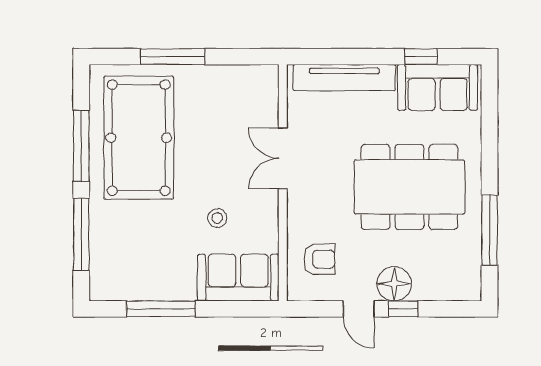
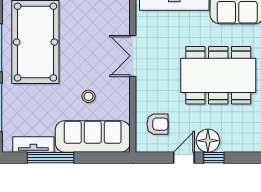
sofa: (238, 277) -> (93, 136), width x1.36
tv unit: (136, 289) -> (33, 144), added
door: (359, 309) -> (184, 158), swing flipped

